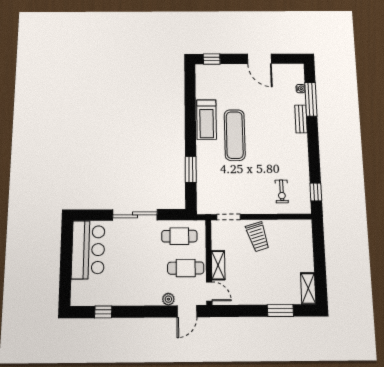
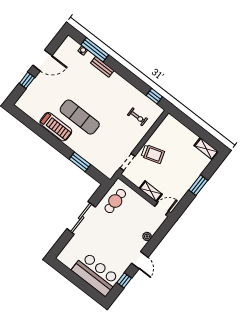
window: (212, 59) -> (27, 80), moved
bar counter: (88, 250) -> (96, 274), moved
cafe table: (186, 268) -> (137, 212), removed
door: (187, 311) -> (140, 260), moved
window: (280, 311) -> (198, 185), moved

